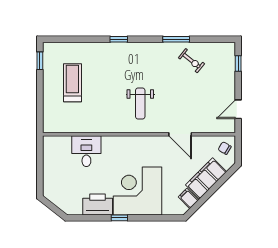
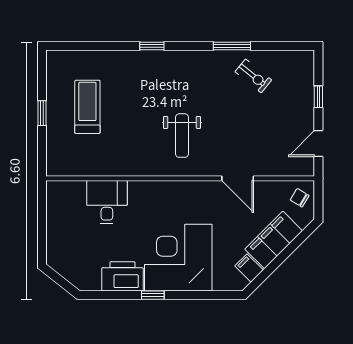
window: (40, 61) -> (42, 113), moved
window: (238, 63) -> (318, 97), moved

